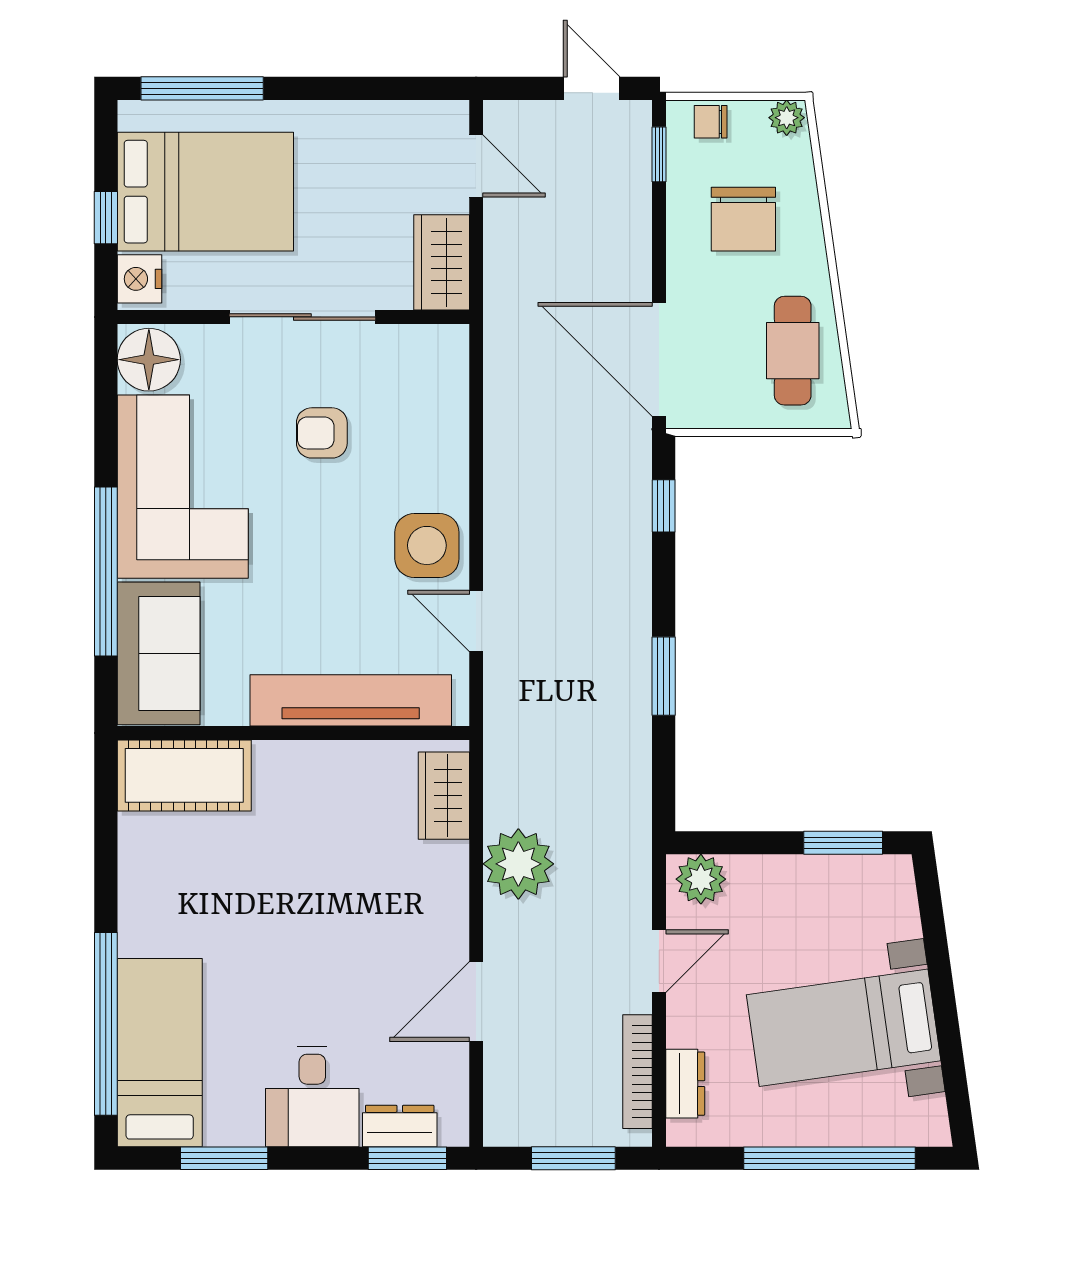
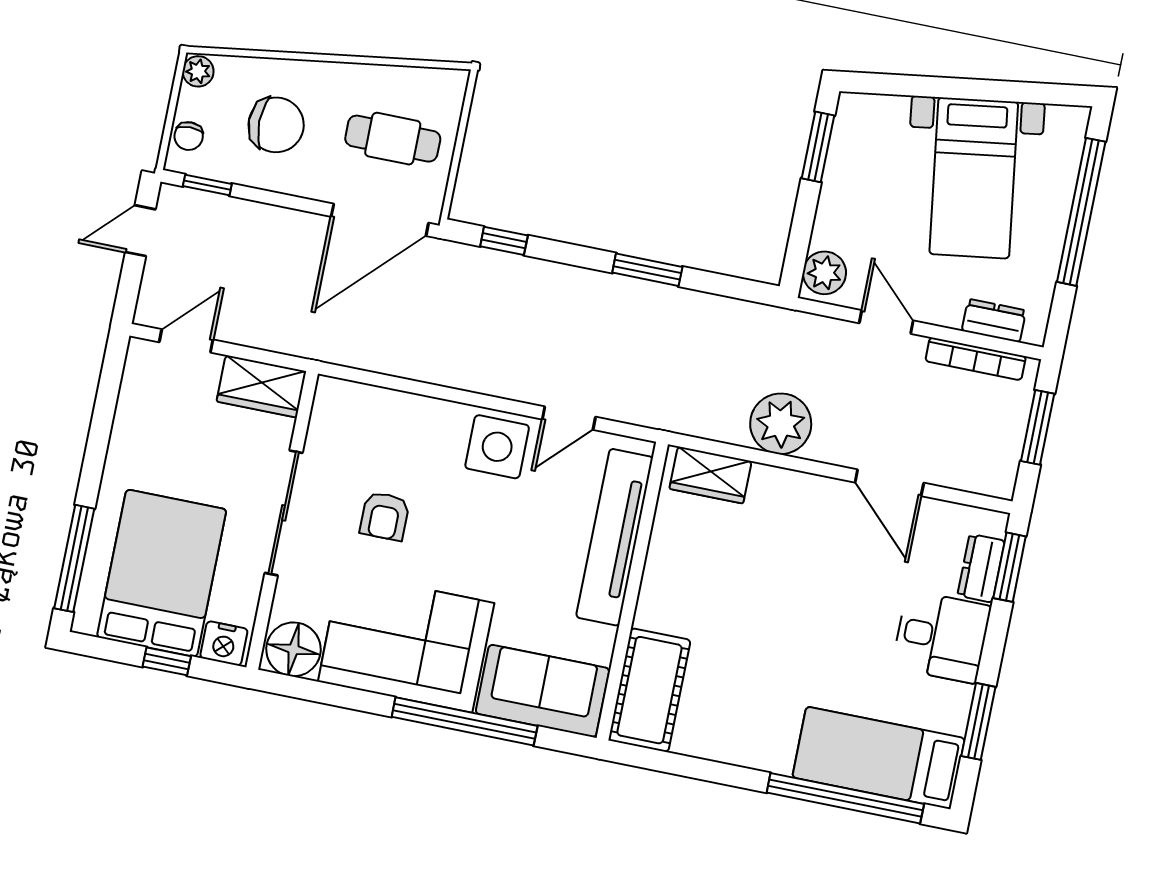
cafe table: (793, 351) -> (393, 139), moved

